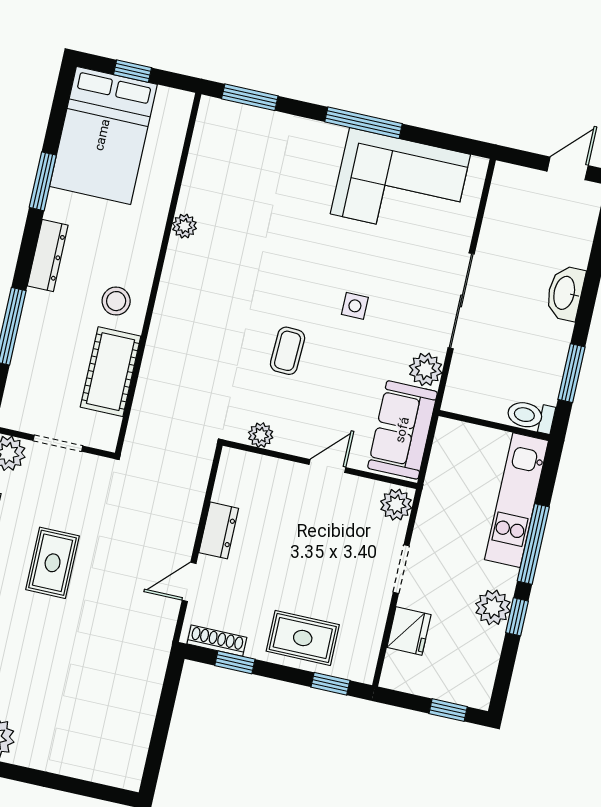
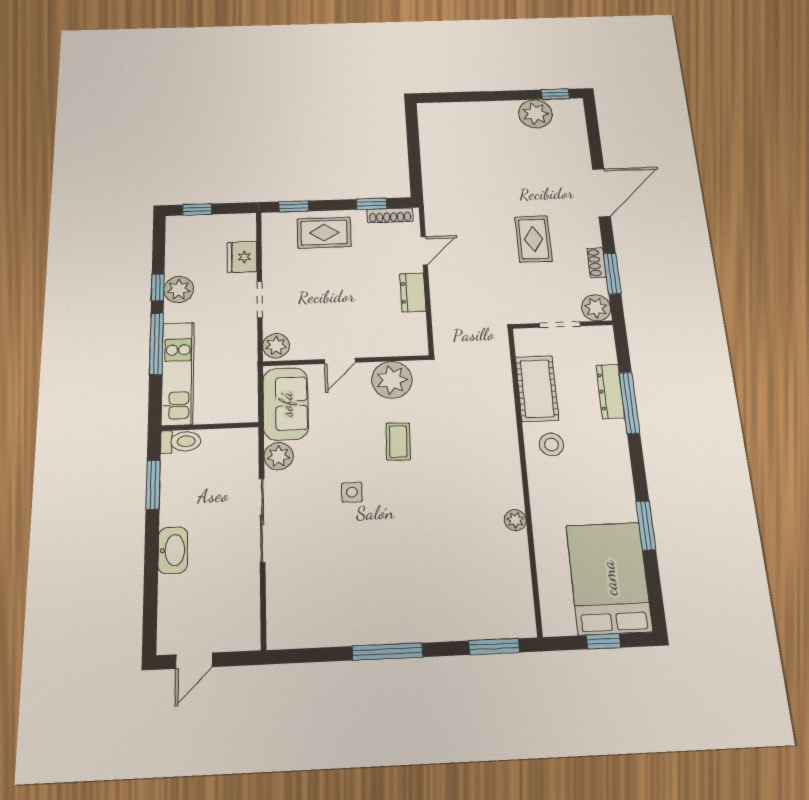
corner sofa: (400, 184) -> (340, 606), removed
dresser: (48, 256) -> (610, 391), moved
plant: (261, 435) -> (392, 380), width x1.88, depth x1.88

